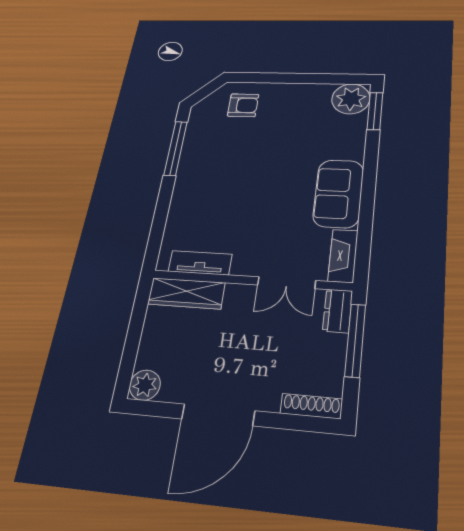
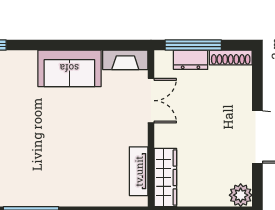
dresser: (338, 311) -> (191, 60), moved
shoe rack: (311, 406) -> (231, 57), moved, turned -90

